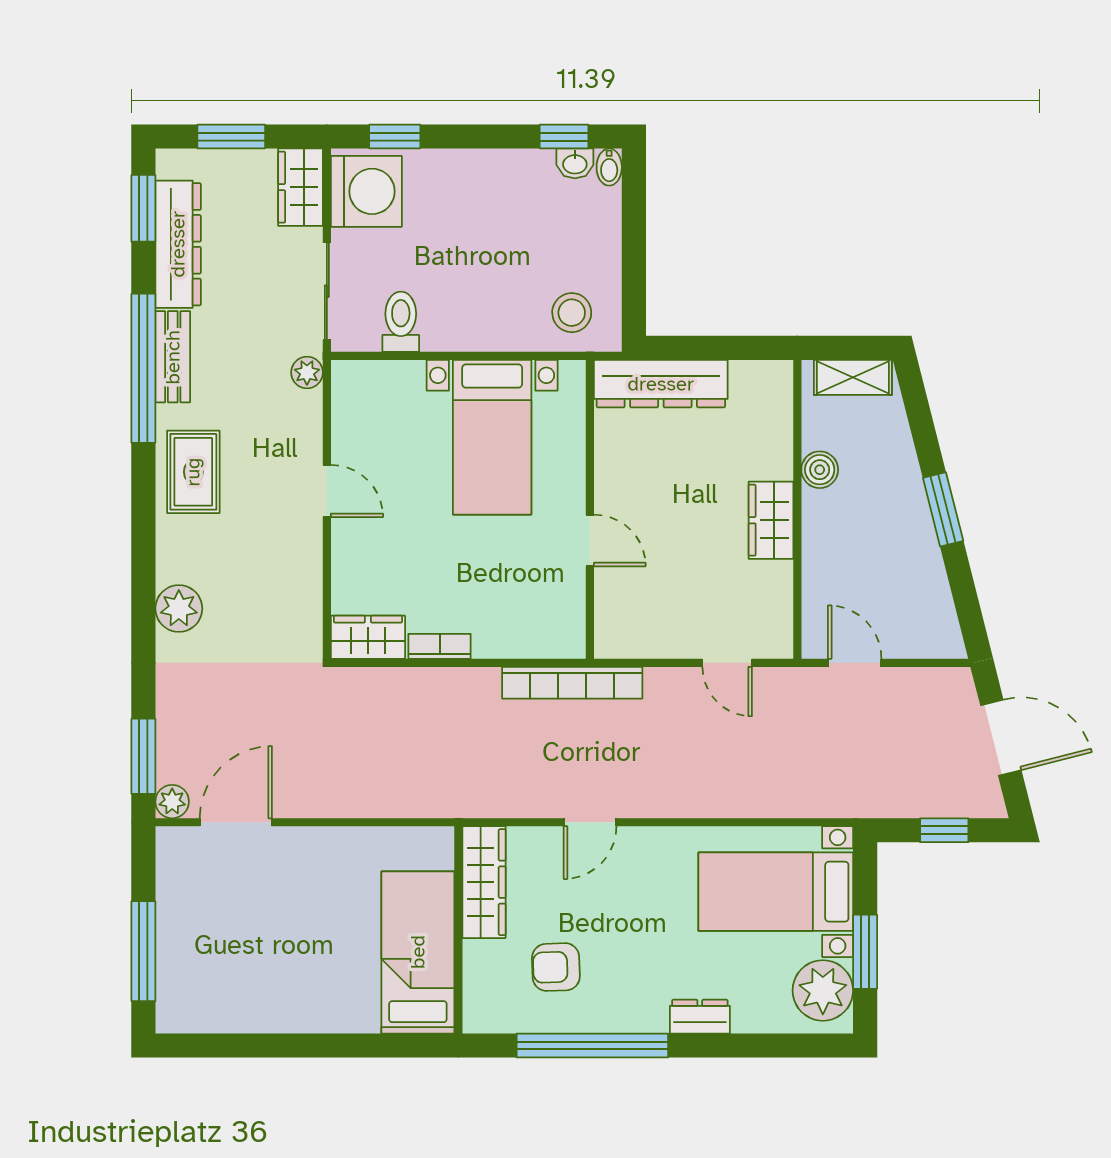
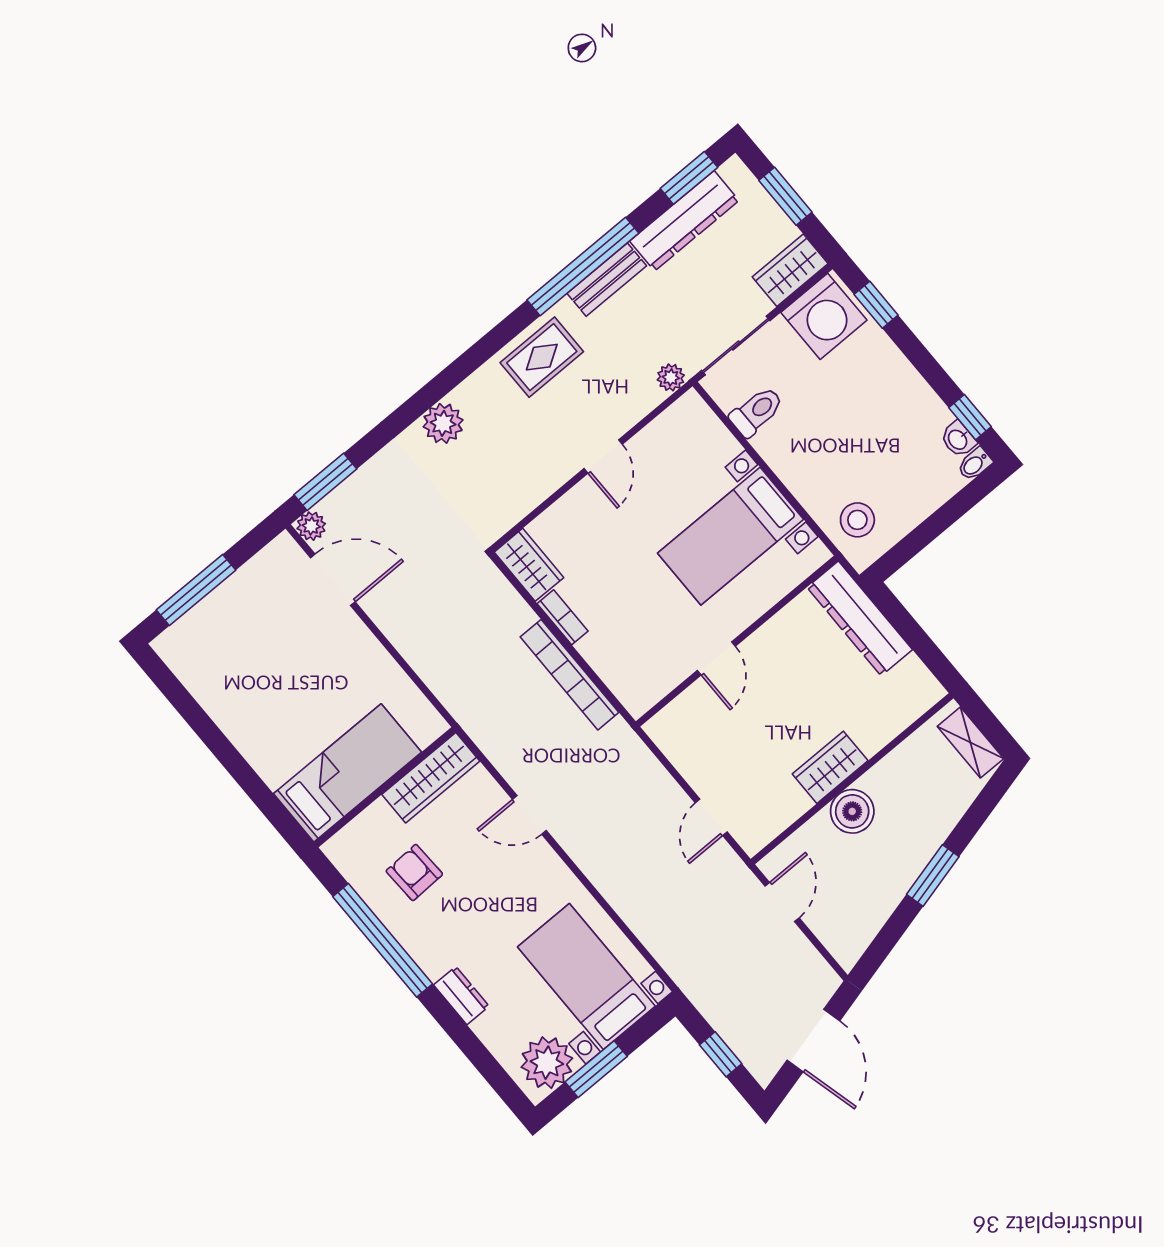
boiler: (820, 470) -> (852, 811), moved, width x1.36, depth x1.36
bookcase: (572, 683) -> (570, 675), moved

